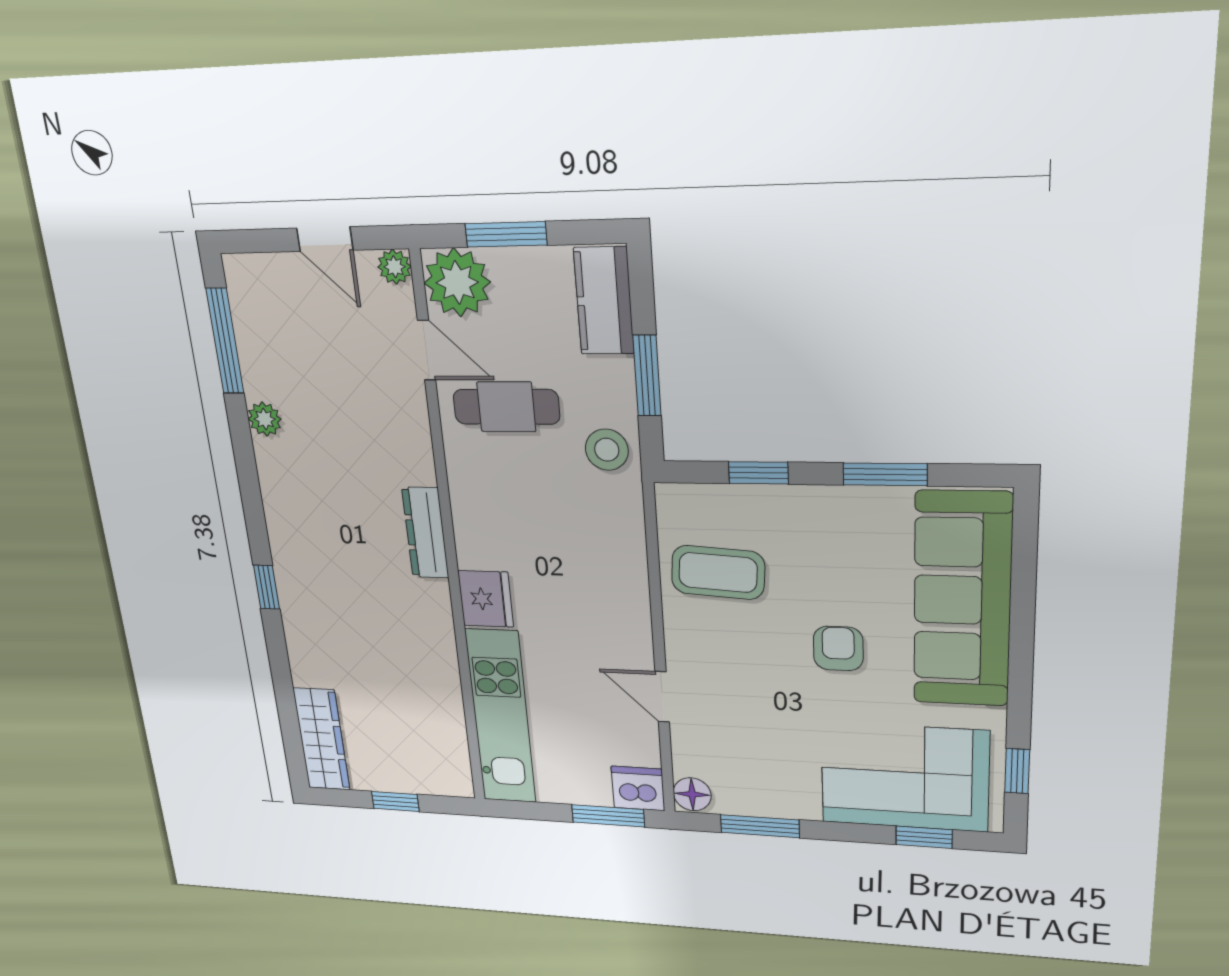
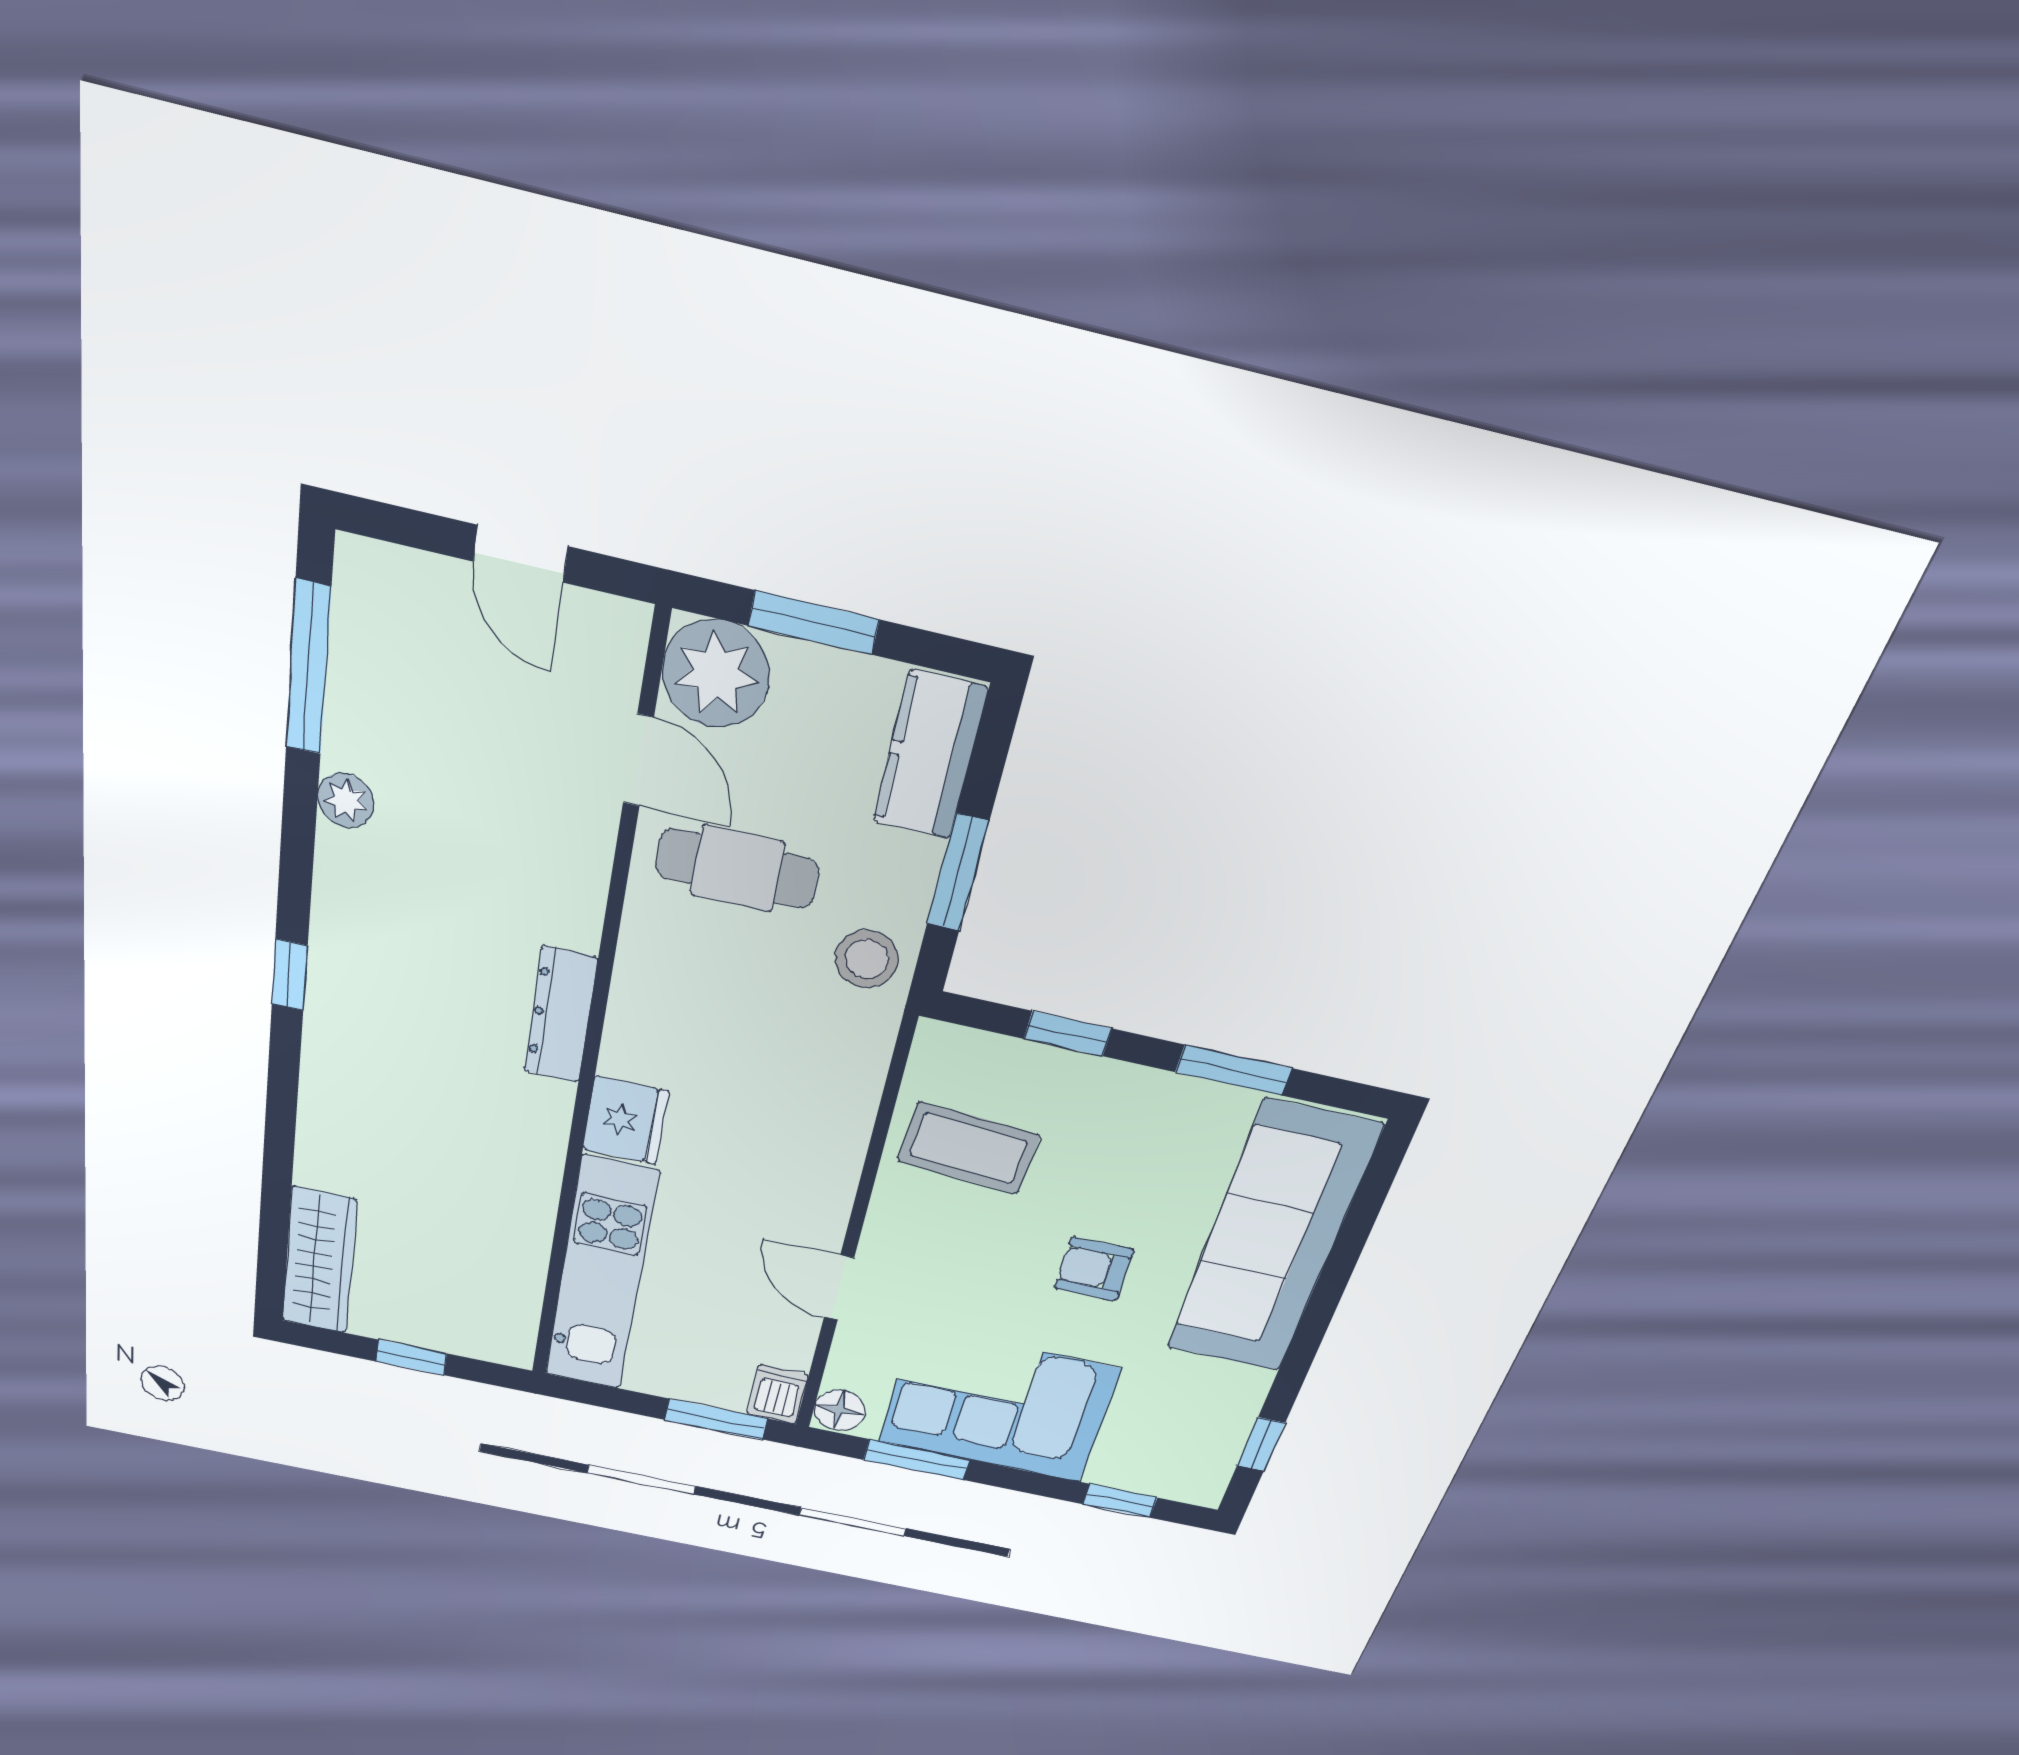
plant: (394, 267) -> (623, 625), removed
window: (266, 587) -> (289, 975), moved
armchair: (838, 648) -> (1094, 1269), turned -90
corner sofa: (905, 777) -> (998, 1405), moved
dishwasher: (638, 788) -> (778, 1394), width x0.73

